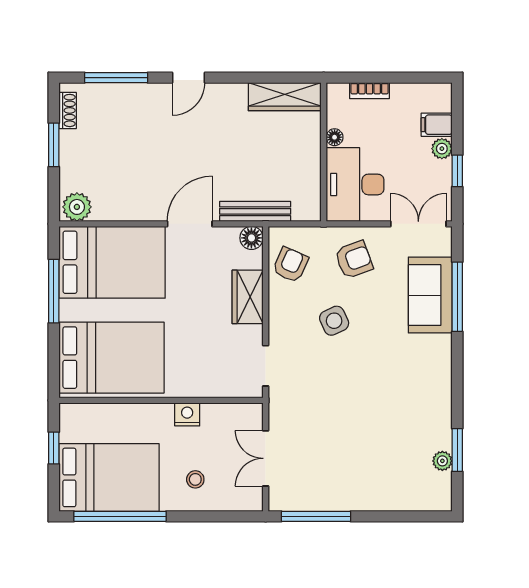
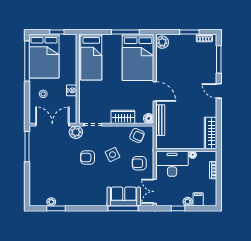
double door: (418, 224) -> (155, 191), swing flipped
armchair: (354, 260) -> (139, 163), turned 110
bed: (111, 358) -> (91, 57), width x0.67
armchair: (341, 378) -> (88, 158), added
plant: (283, 405) -> (76, 132), added
double door: (266, 458) -> (52, 125), width x1.37

